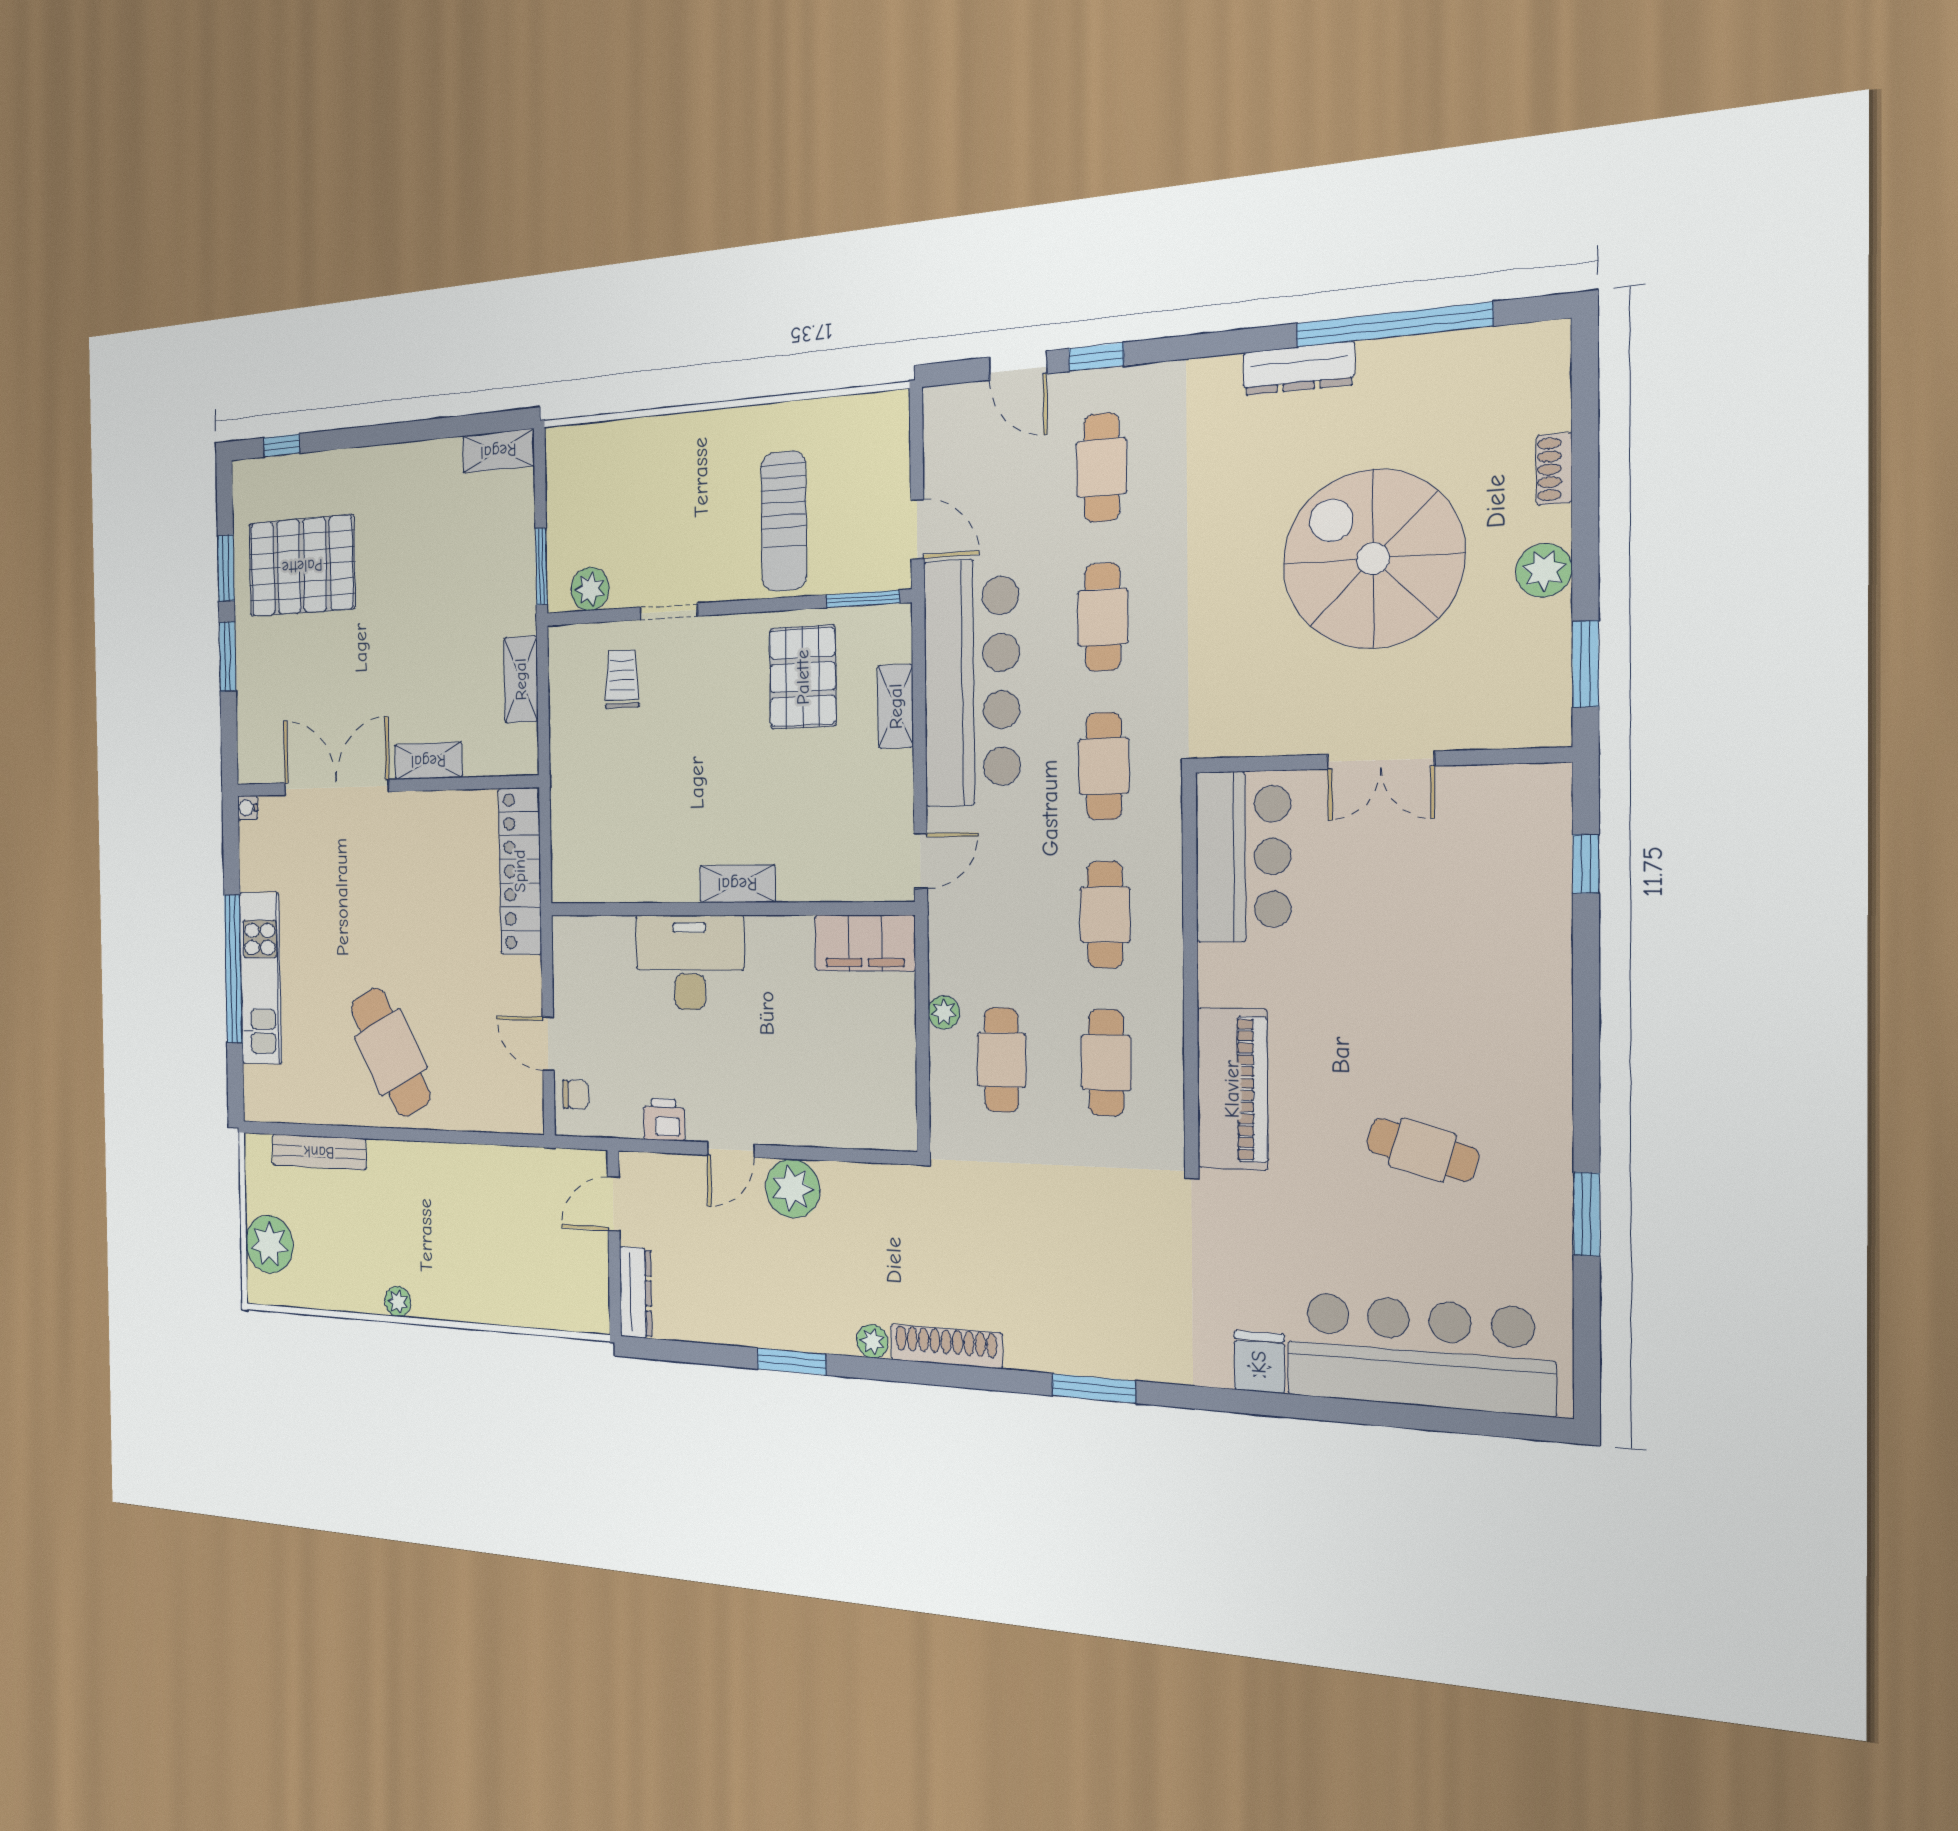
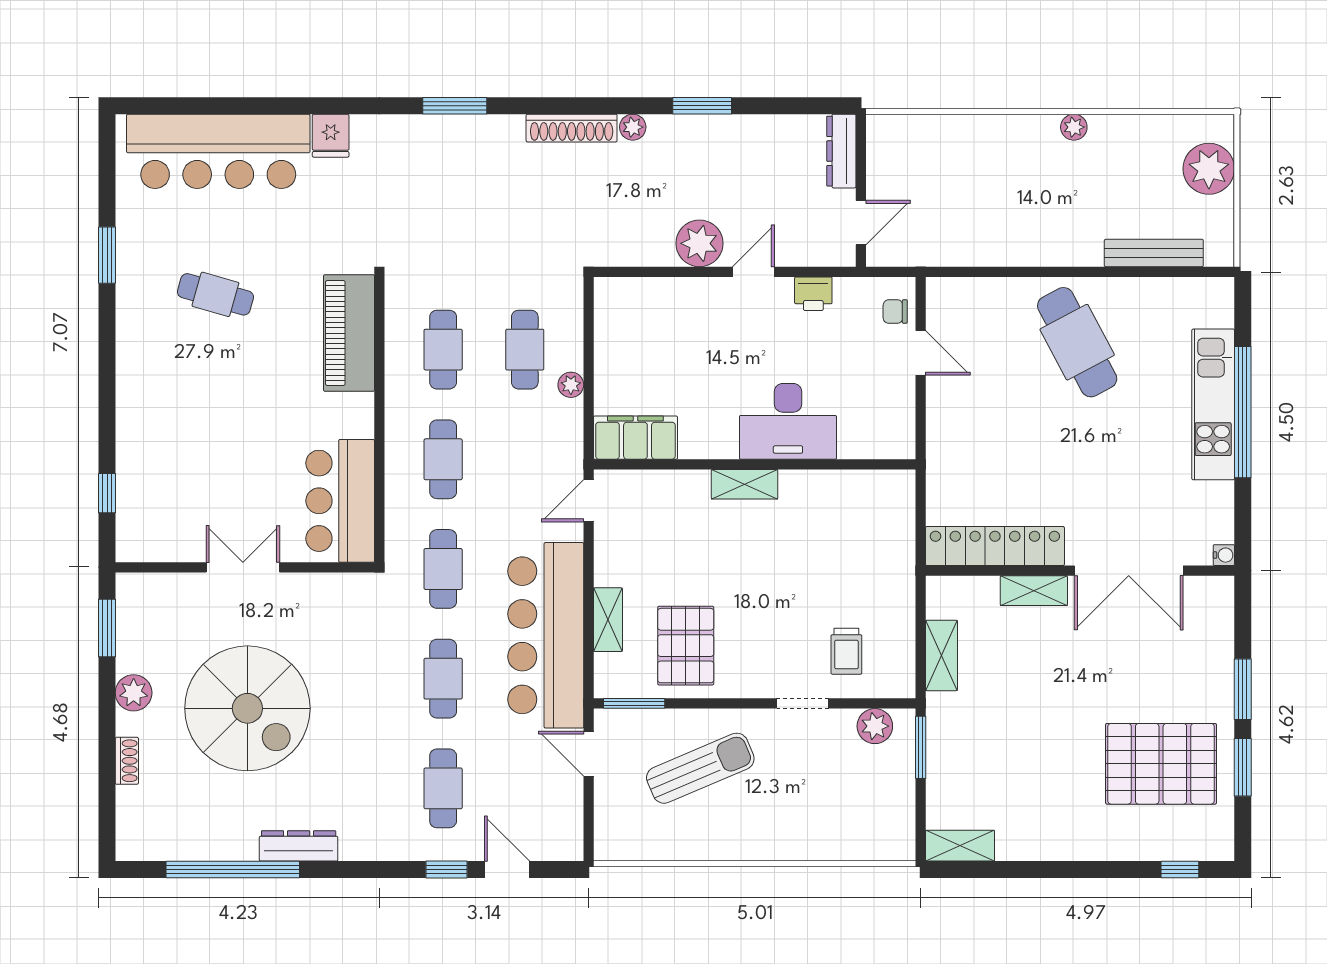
sun lounger: (784, 521) -> (700, 768), turned 67
locker: (520, 871) -> (995, 546), moved, turned -90

